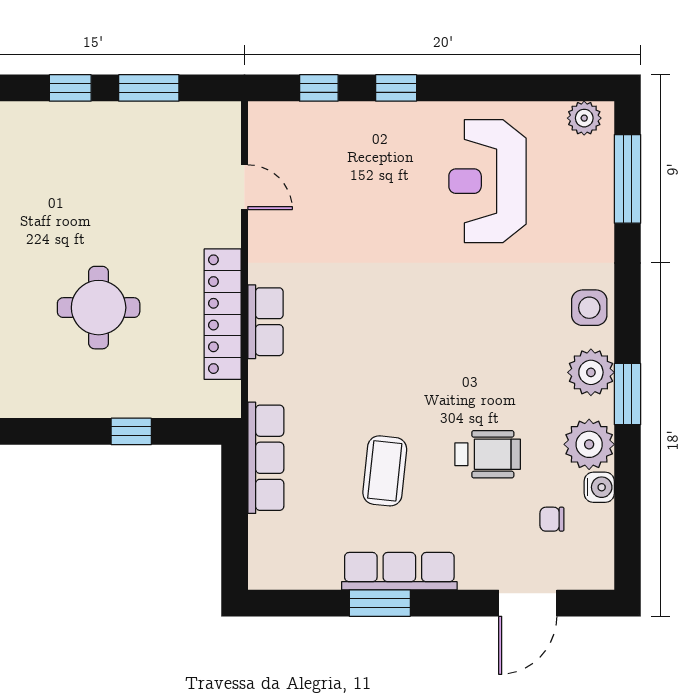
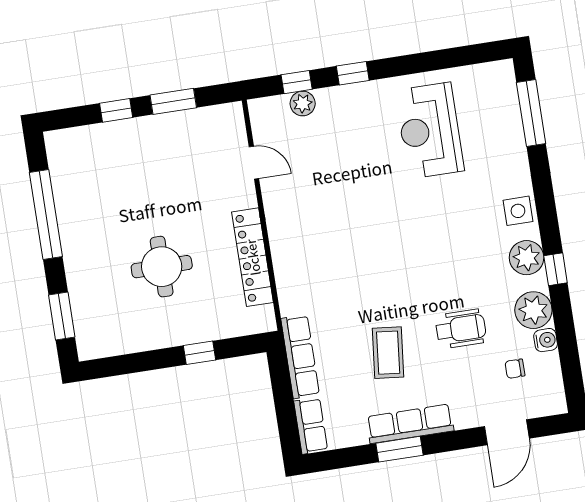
plant: (584, 118) -> (303, 104), moved
row of seats: (265, 322) -> (311, 426), moved
window: (628, 394) -> (556, 269), width x0.67

